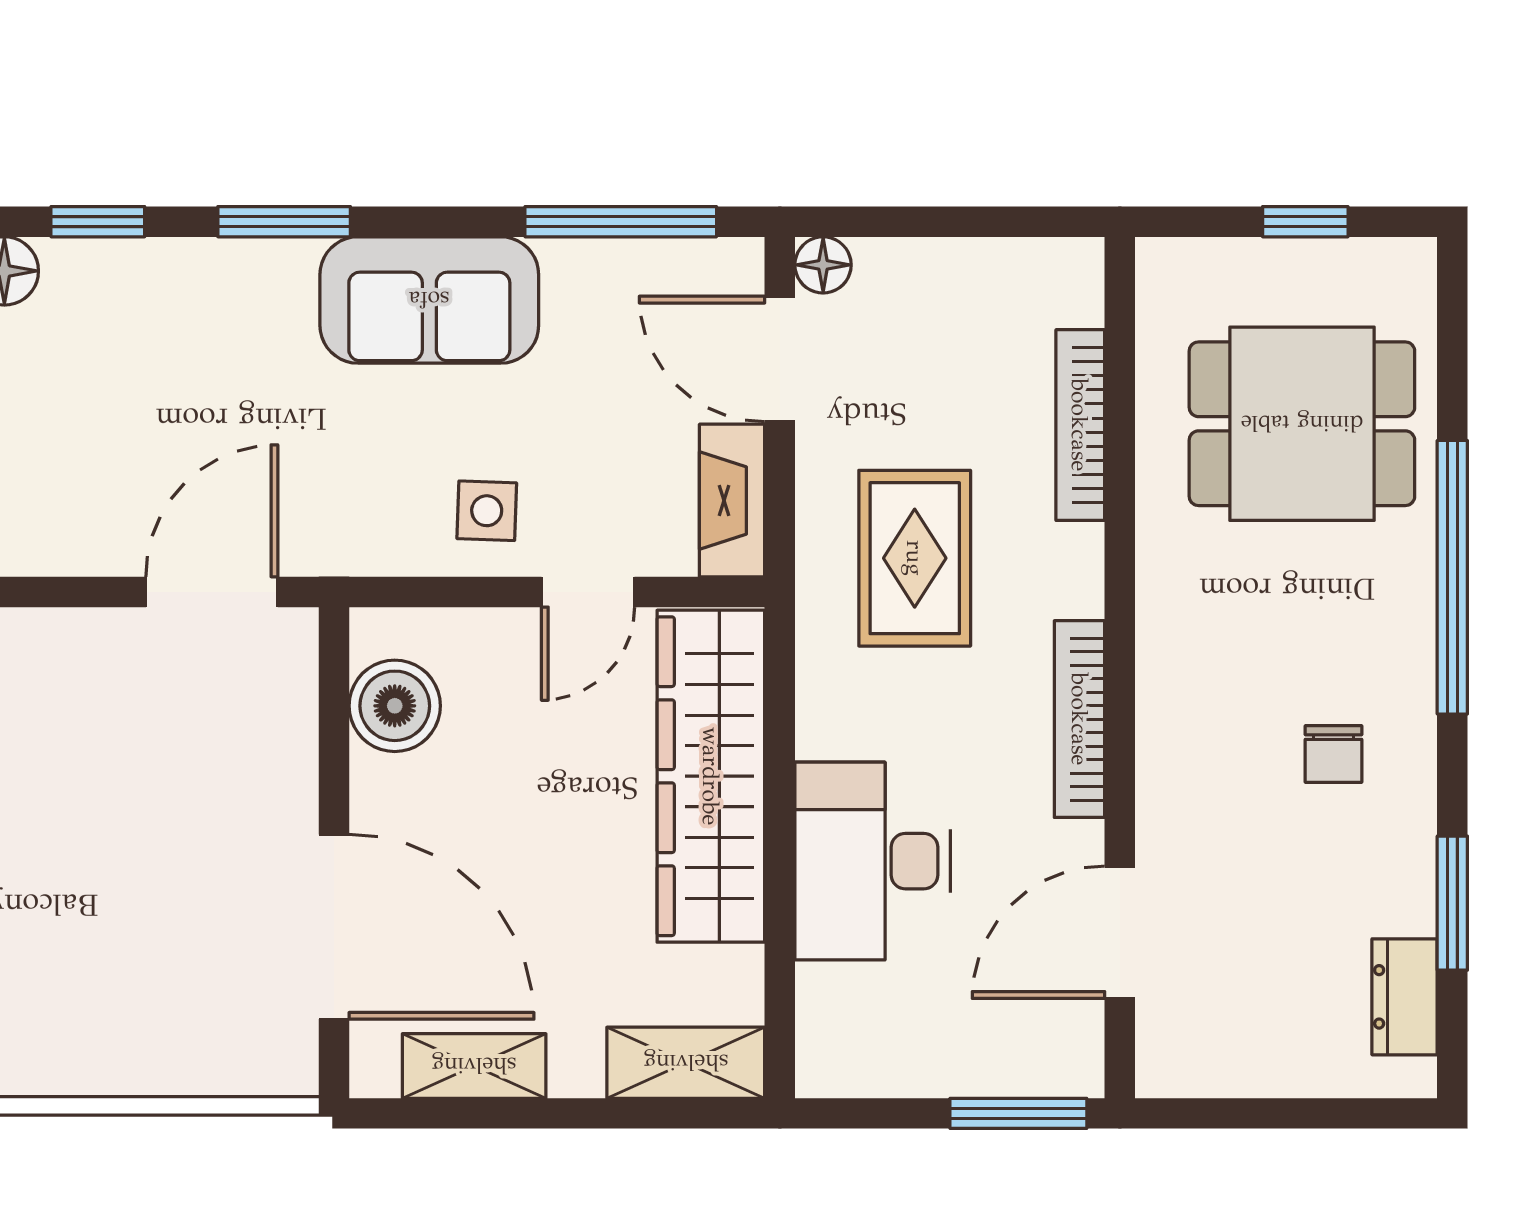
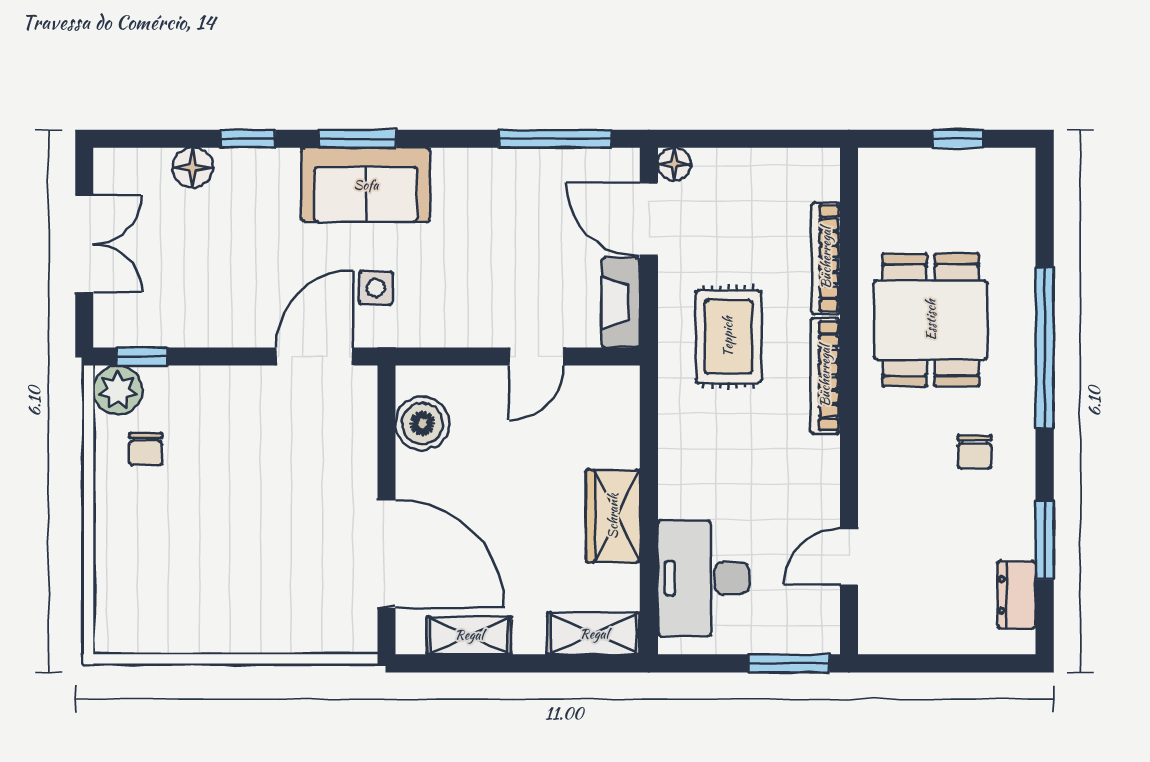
sofa: (429, 300) -> (366, 185), moved
dining table: (1302, 424) -> (931, 320), moved, turned 90
side table: (487, 511) -> (376, 288), moved
bookcase: (1080, 719) -> (825, 376), moved
wardrobe: (711, 776) -> (613, 516), width x0.48, depth x0.85
desk: (873, 861) -> (703, 578), moved
door: (1120, 932) -> (849, 557), width x0.73

